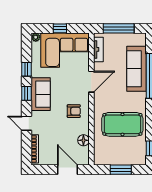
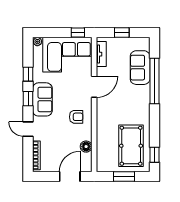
window: (60, 28) -> (78, 33), moved
window: (119, 28) -> (122, 33), width x0.46
sofa: (137, 69) -> (140, 68), width x0.73
pool table: (122, 124) -> (131, 146), moved, turned 90
door: (67, 170) -> (70, 176), hinge flipped

